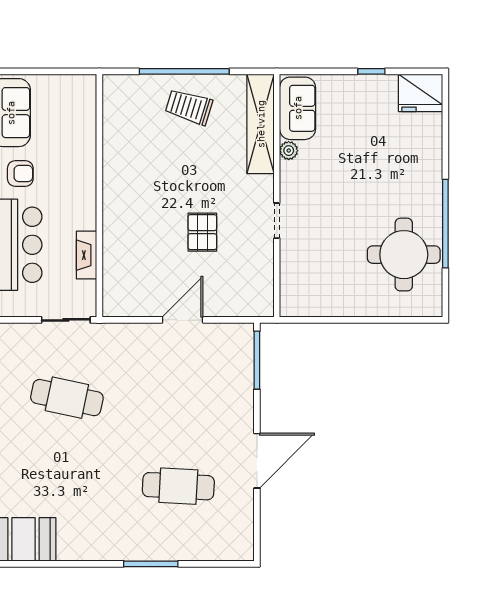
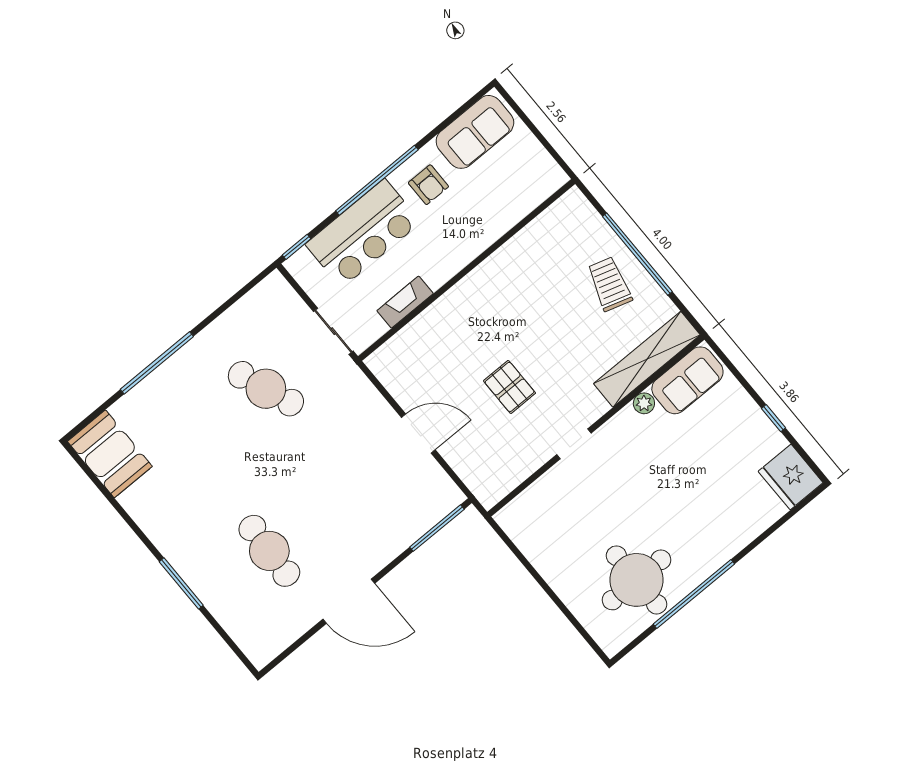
pallet: (202, 232) -> (510, 387), turned 90
cafe table: (67, 398) -> (266, 389), turned -33

